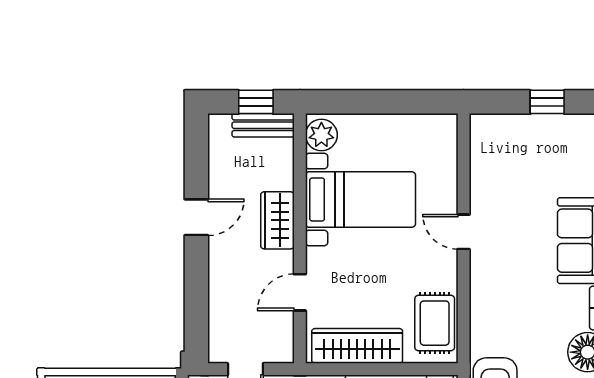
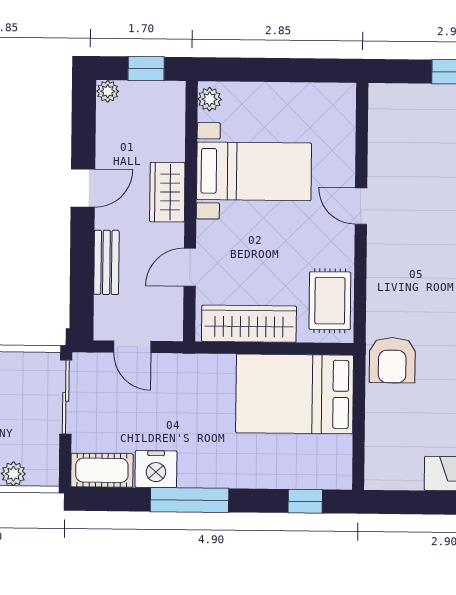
plant: (219, 124) -> (108, 91), added
bench: (263, 125) -> (106, 262), moved, turned 90
plant: (321, 135) -> (210, 99), width x0.73, depth x0.73

